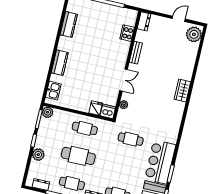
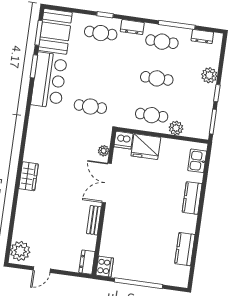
cooker: (127, 33) -> (105, 267), moved
double door: (124, 80) -> (107, 183), width x1.37
fridge: (96, 108) -> (146, 147), width x1.88, depth x1.34
plant: (48, 112) -> (176, 128), moved
cafe table: (78, 156) -> (157, 78), width x0.73, depth x0.74

